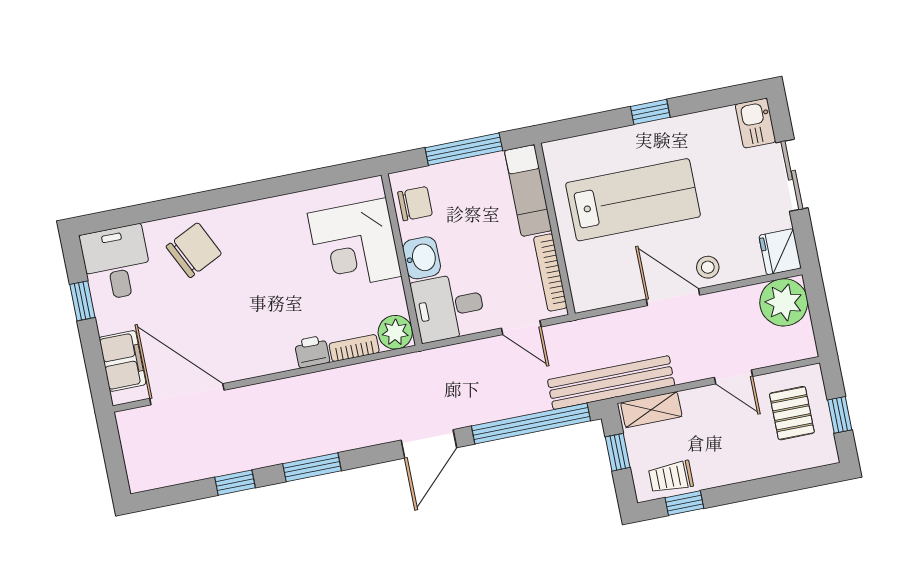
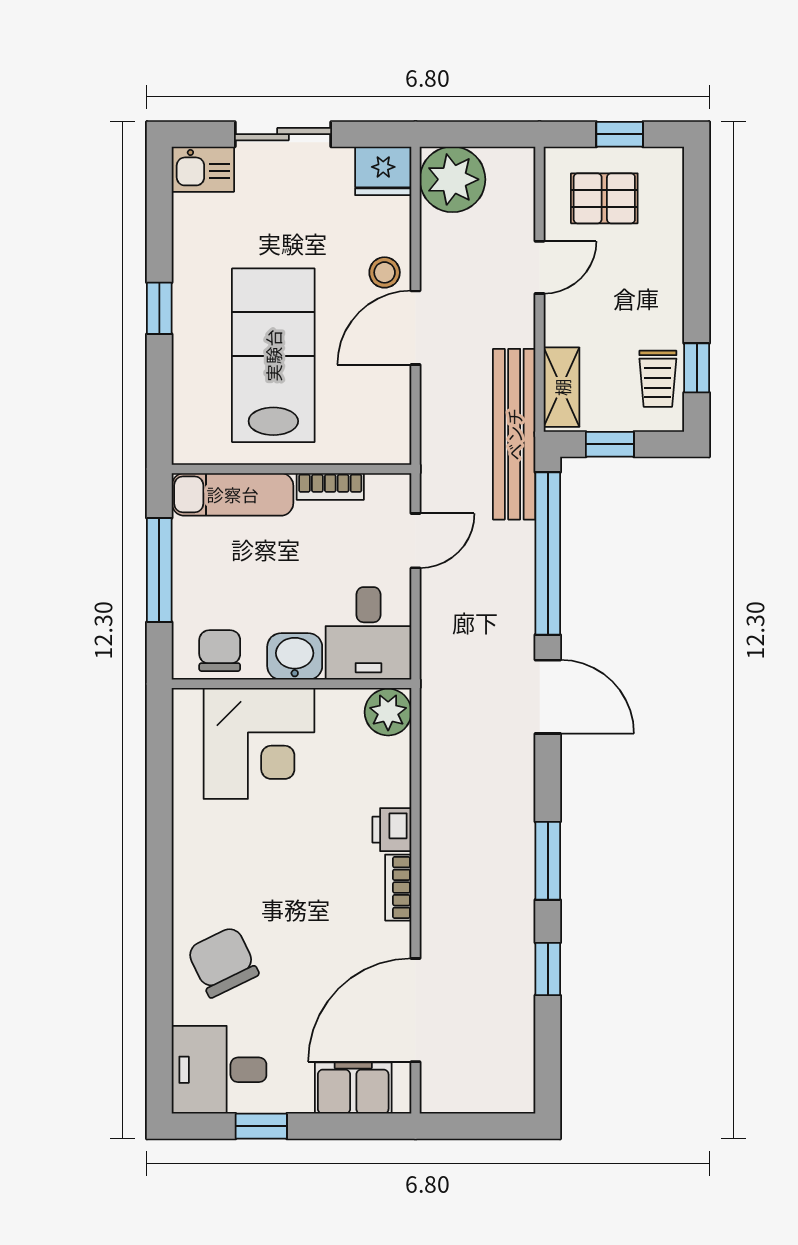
bookcase: (550, 272) -> (330, 487), width x0.64
bookcase: (354, 348) -> (398, 888), moved

